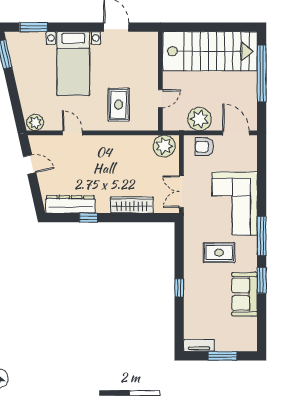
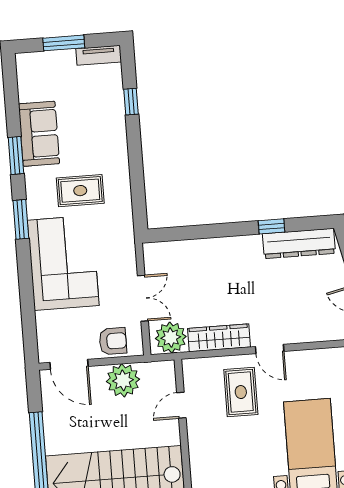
door: (72, 133) -> (270, 349), moved
double door: (181, 192) -> (143, 298), moved
wardrobe: (132, 205) -> (219, 338), moved, turned 180
window: (262, 236) -> (21, 219), width x0.69
window: (179, 288) -> (131, 102), moved

